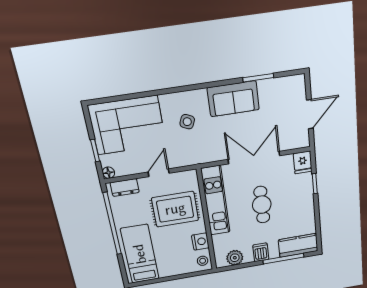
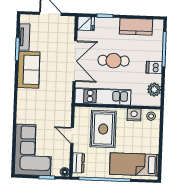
tv unit: (276, 85) -> (24, 37), added
side table: (187, 122) -> (39, 106), removed
double door: (254, 158) -> (75, 61), swing flipped
kitchen counter: (298, 245) -> (136, 27), moved, turned -90

